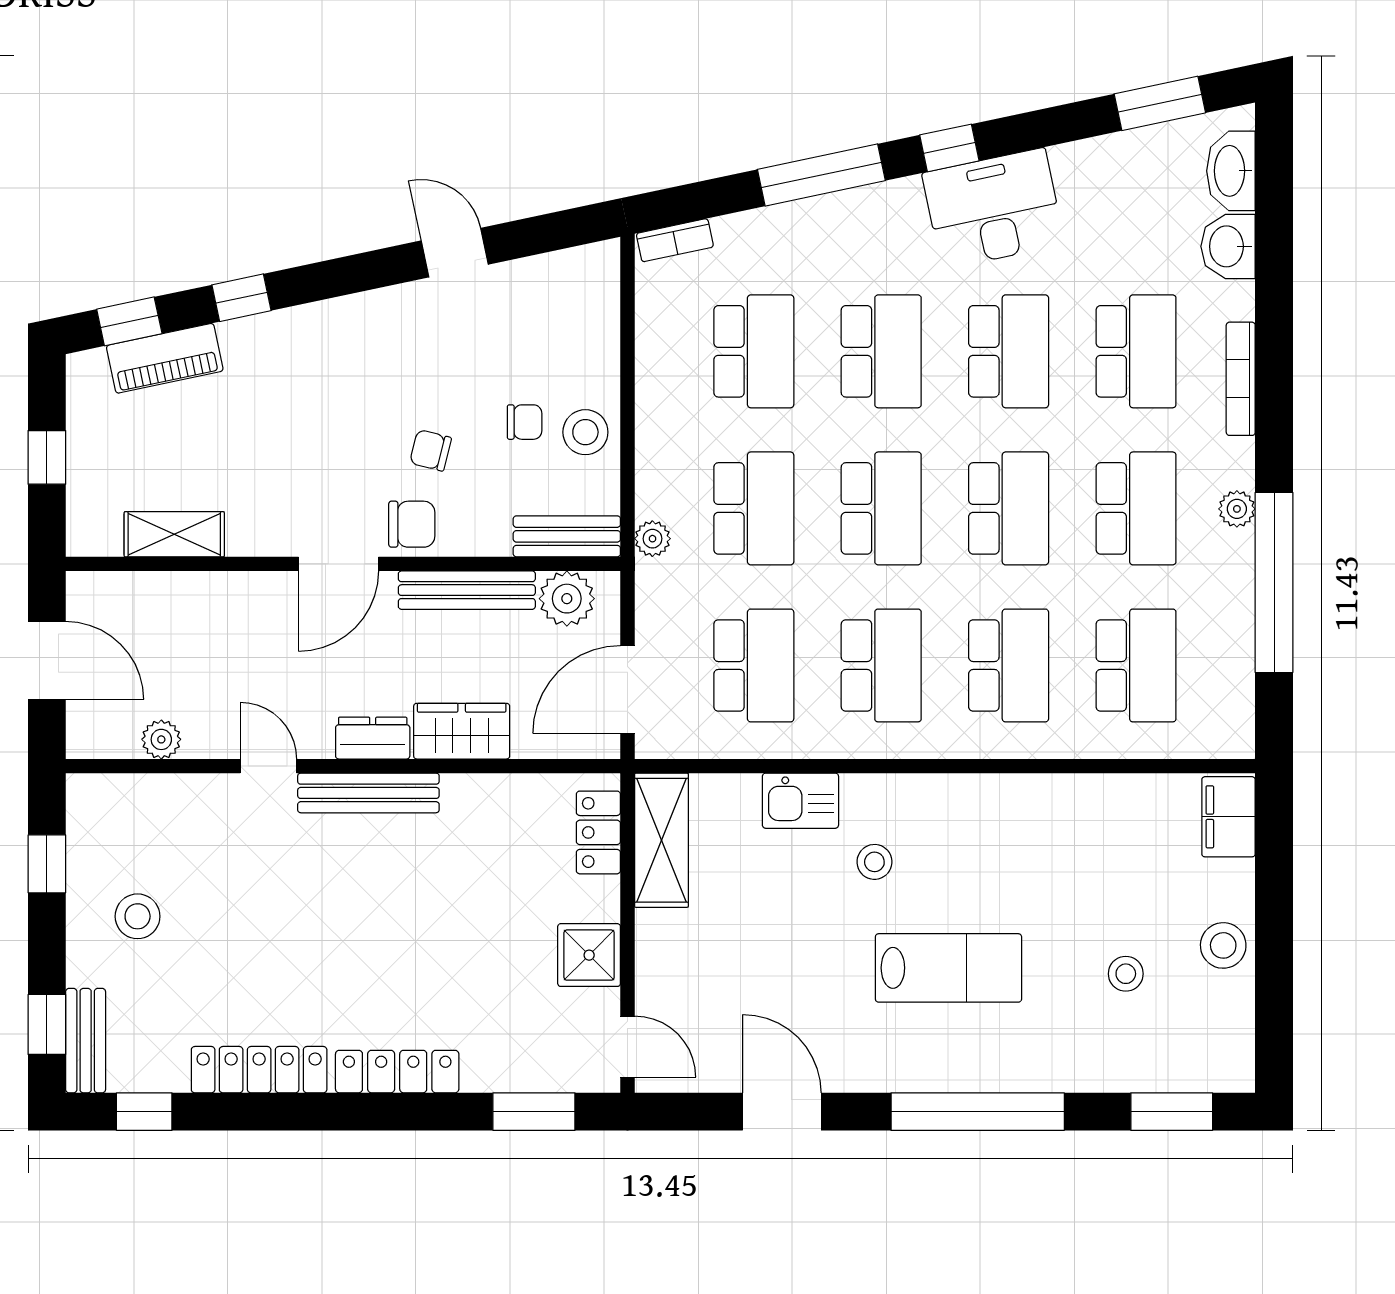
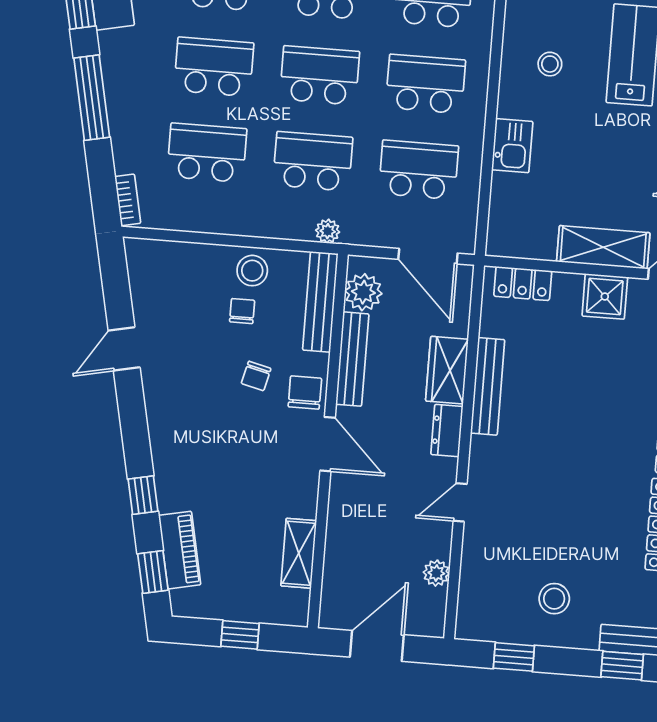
bench: (567, 536) -> (320, 302), width x1.36
bench: (368, 793) -> (488, 386), moved
shelving: (661, 840) -> (603, 247), moved
stool: (874, 862) -> (550, 64), moved

